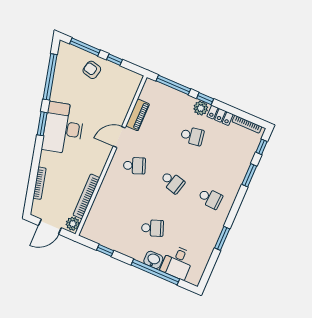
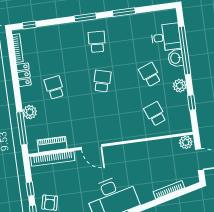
window: (205, 99) -> (17, 95), removed
plant: (201, 108) -> (30, 112), moved
piano: (138, 115) -> (52, 144), moved
school desk: (134, 166) -> (155, 114), moved
window: (249, 175) -> (85, 17), moved
bookcase: (86, 196) -> (53, 159), moved
plant: (127, 249) -> (180, 86), added

